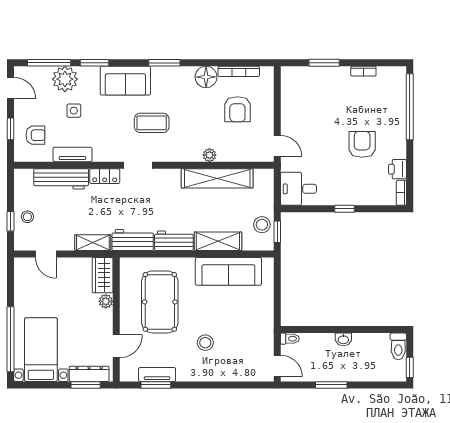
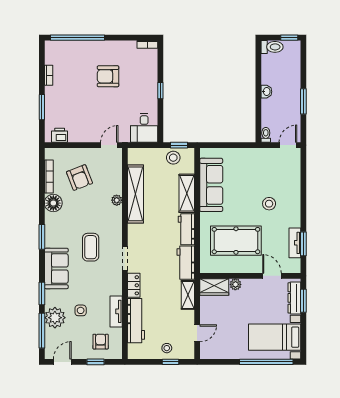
armchair: (237, 109) -> (79, 178), turned 69
printer: (398, 169) -> (60, 135), moved, turned 180

